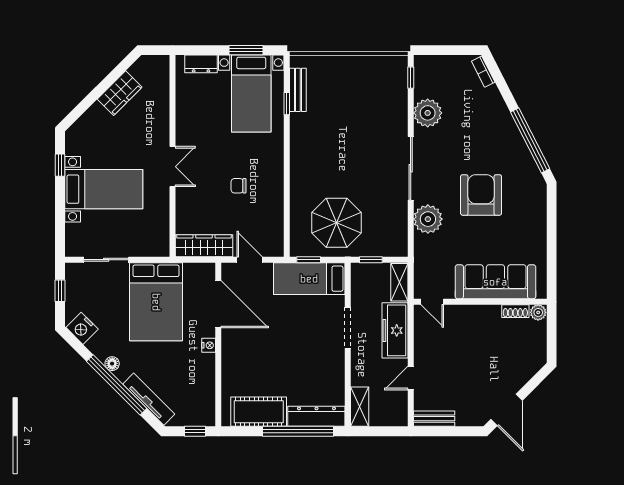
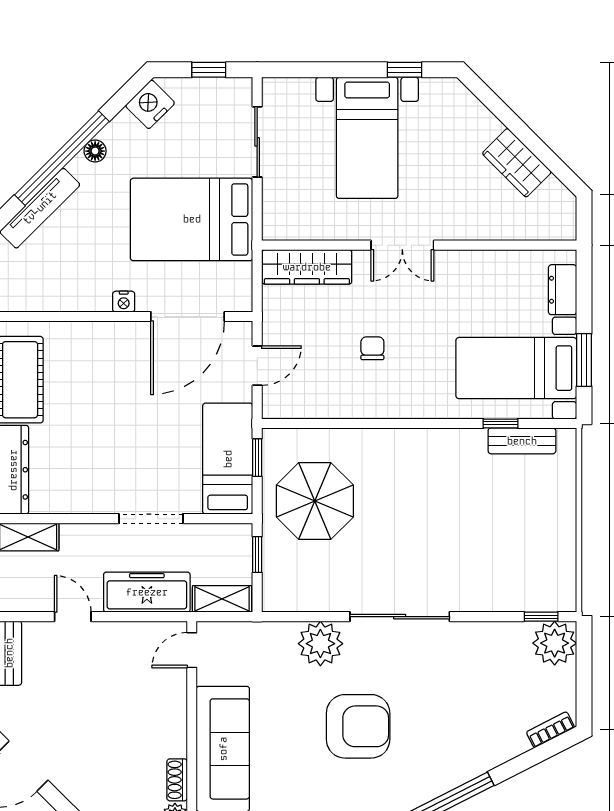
plant: (428, 113) -> (555, 643), moved
wardrobe: (204, 246) -> (307, 267), moved, turned 90

